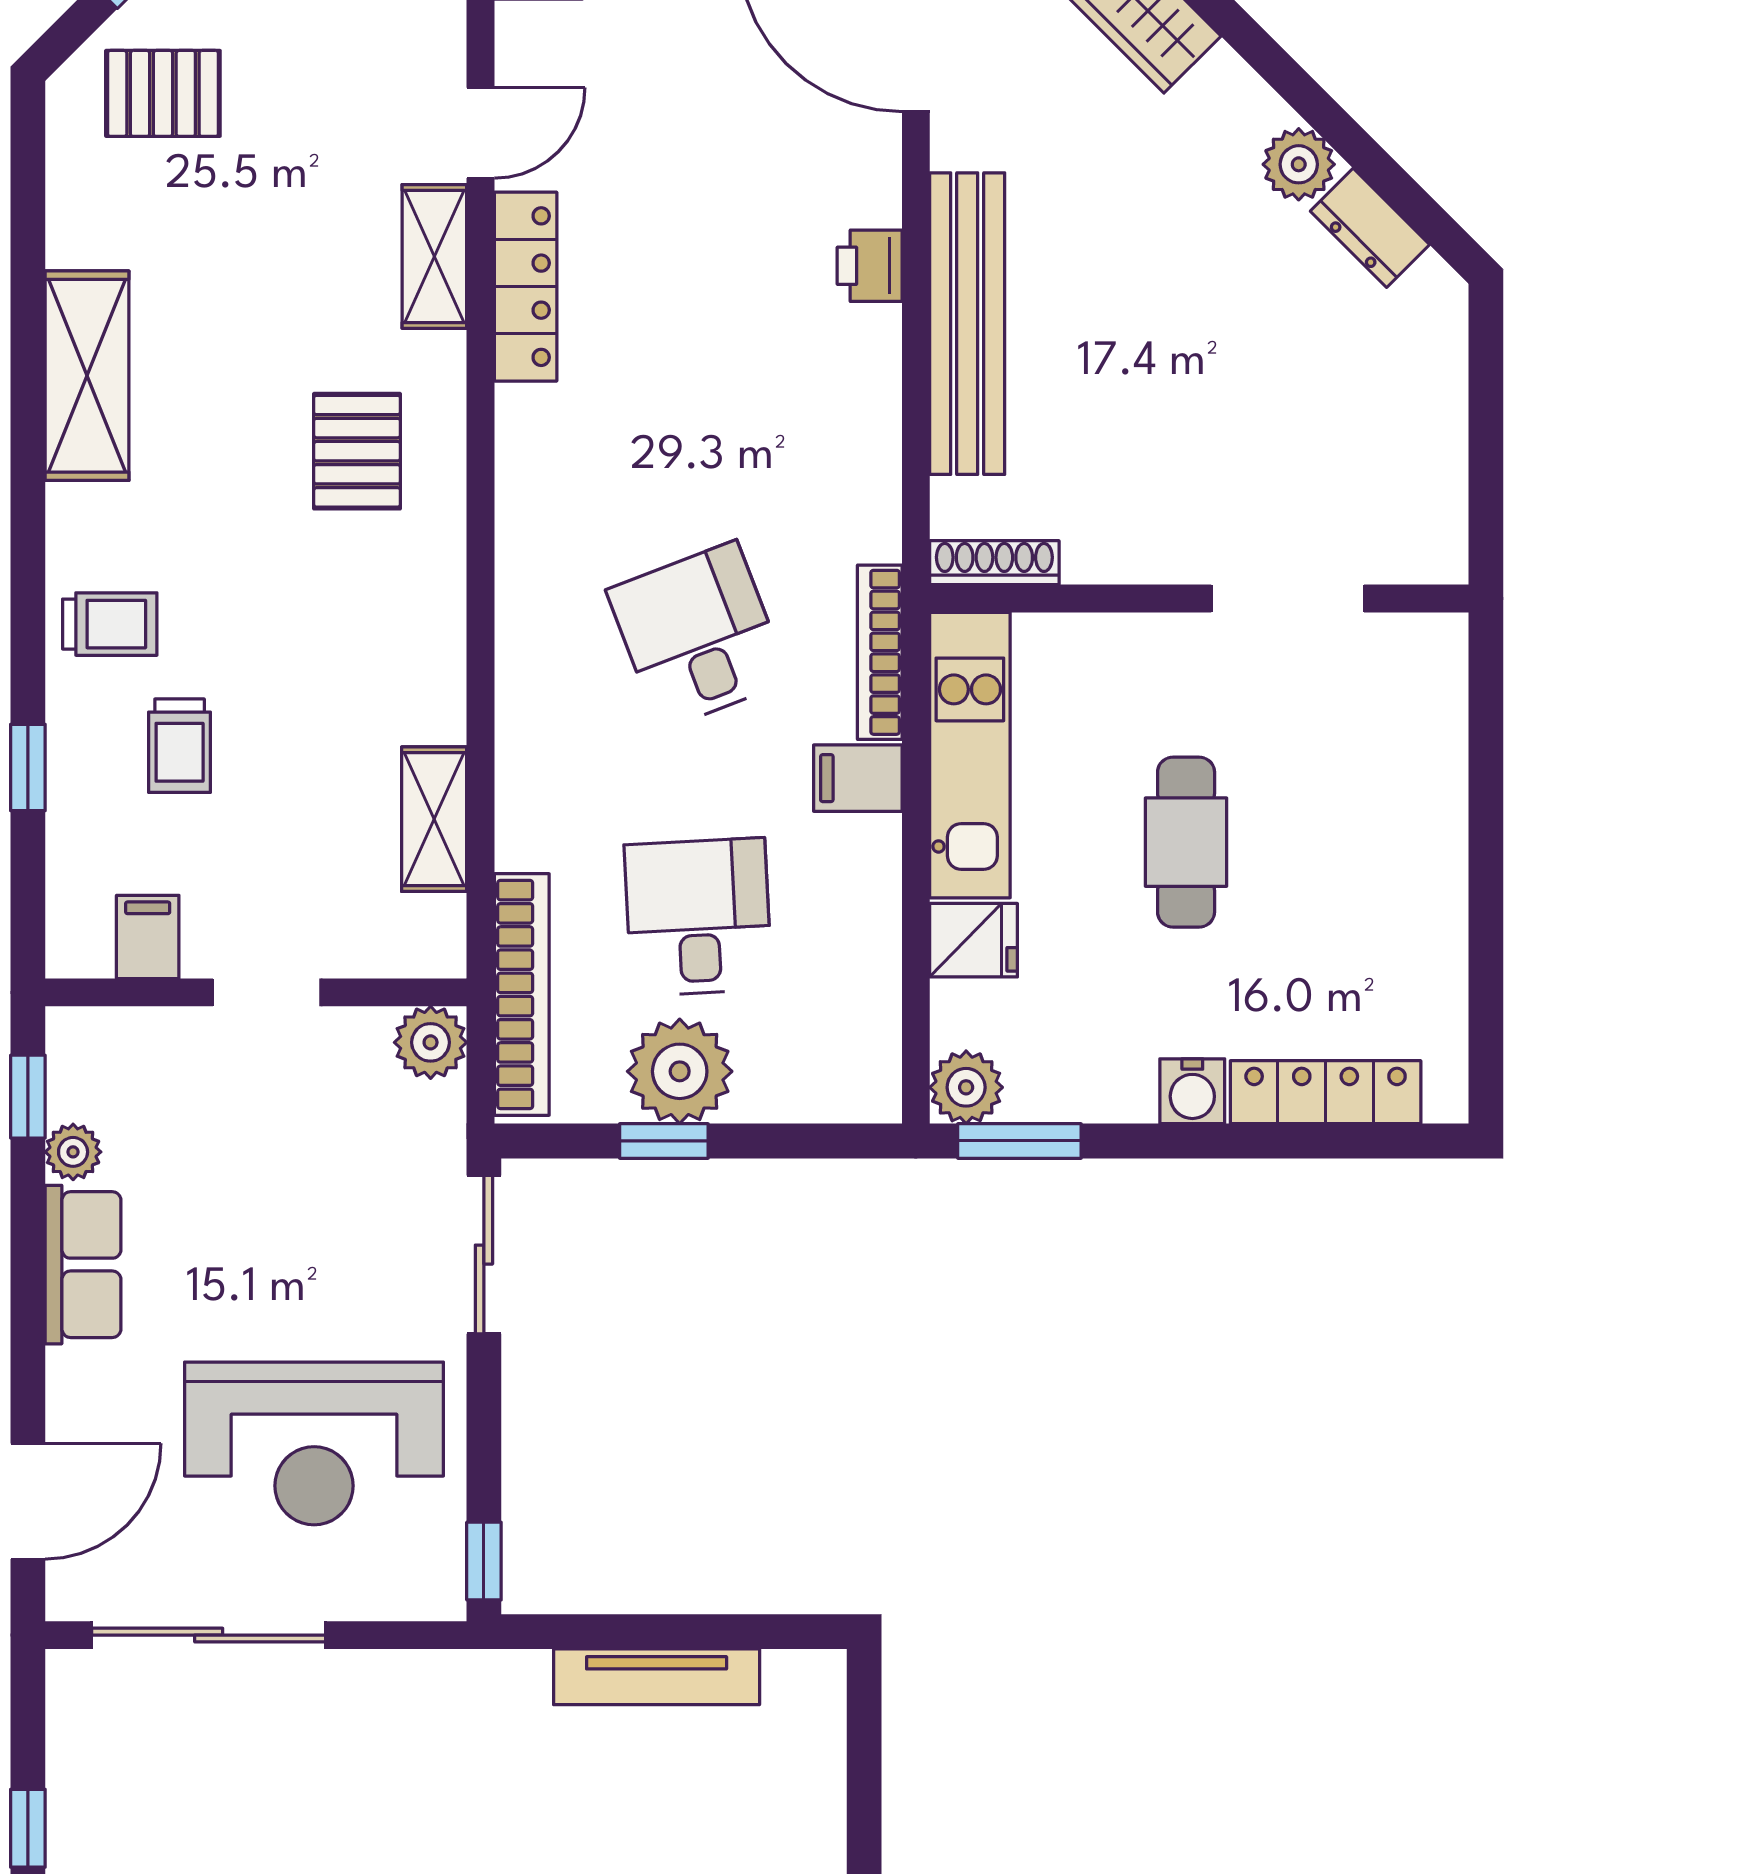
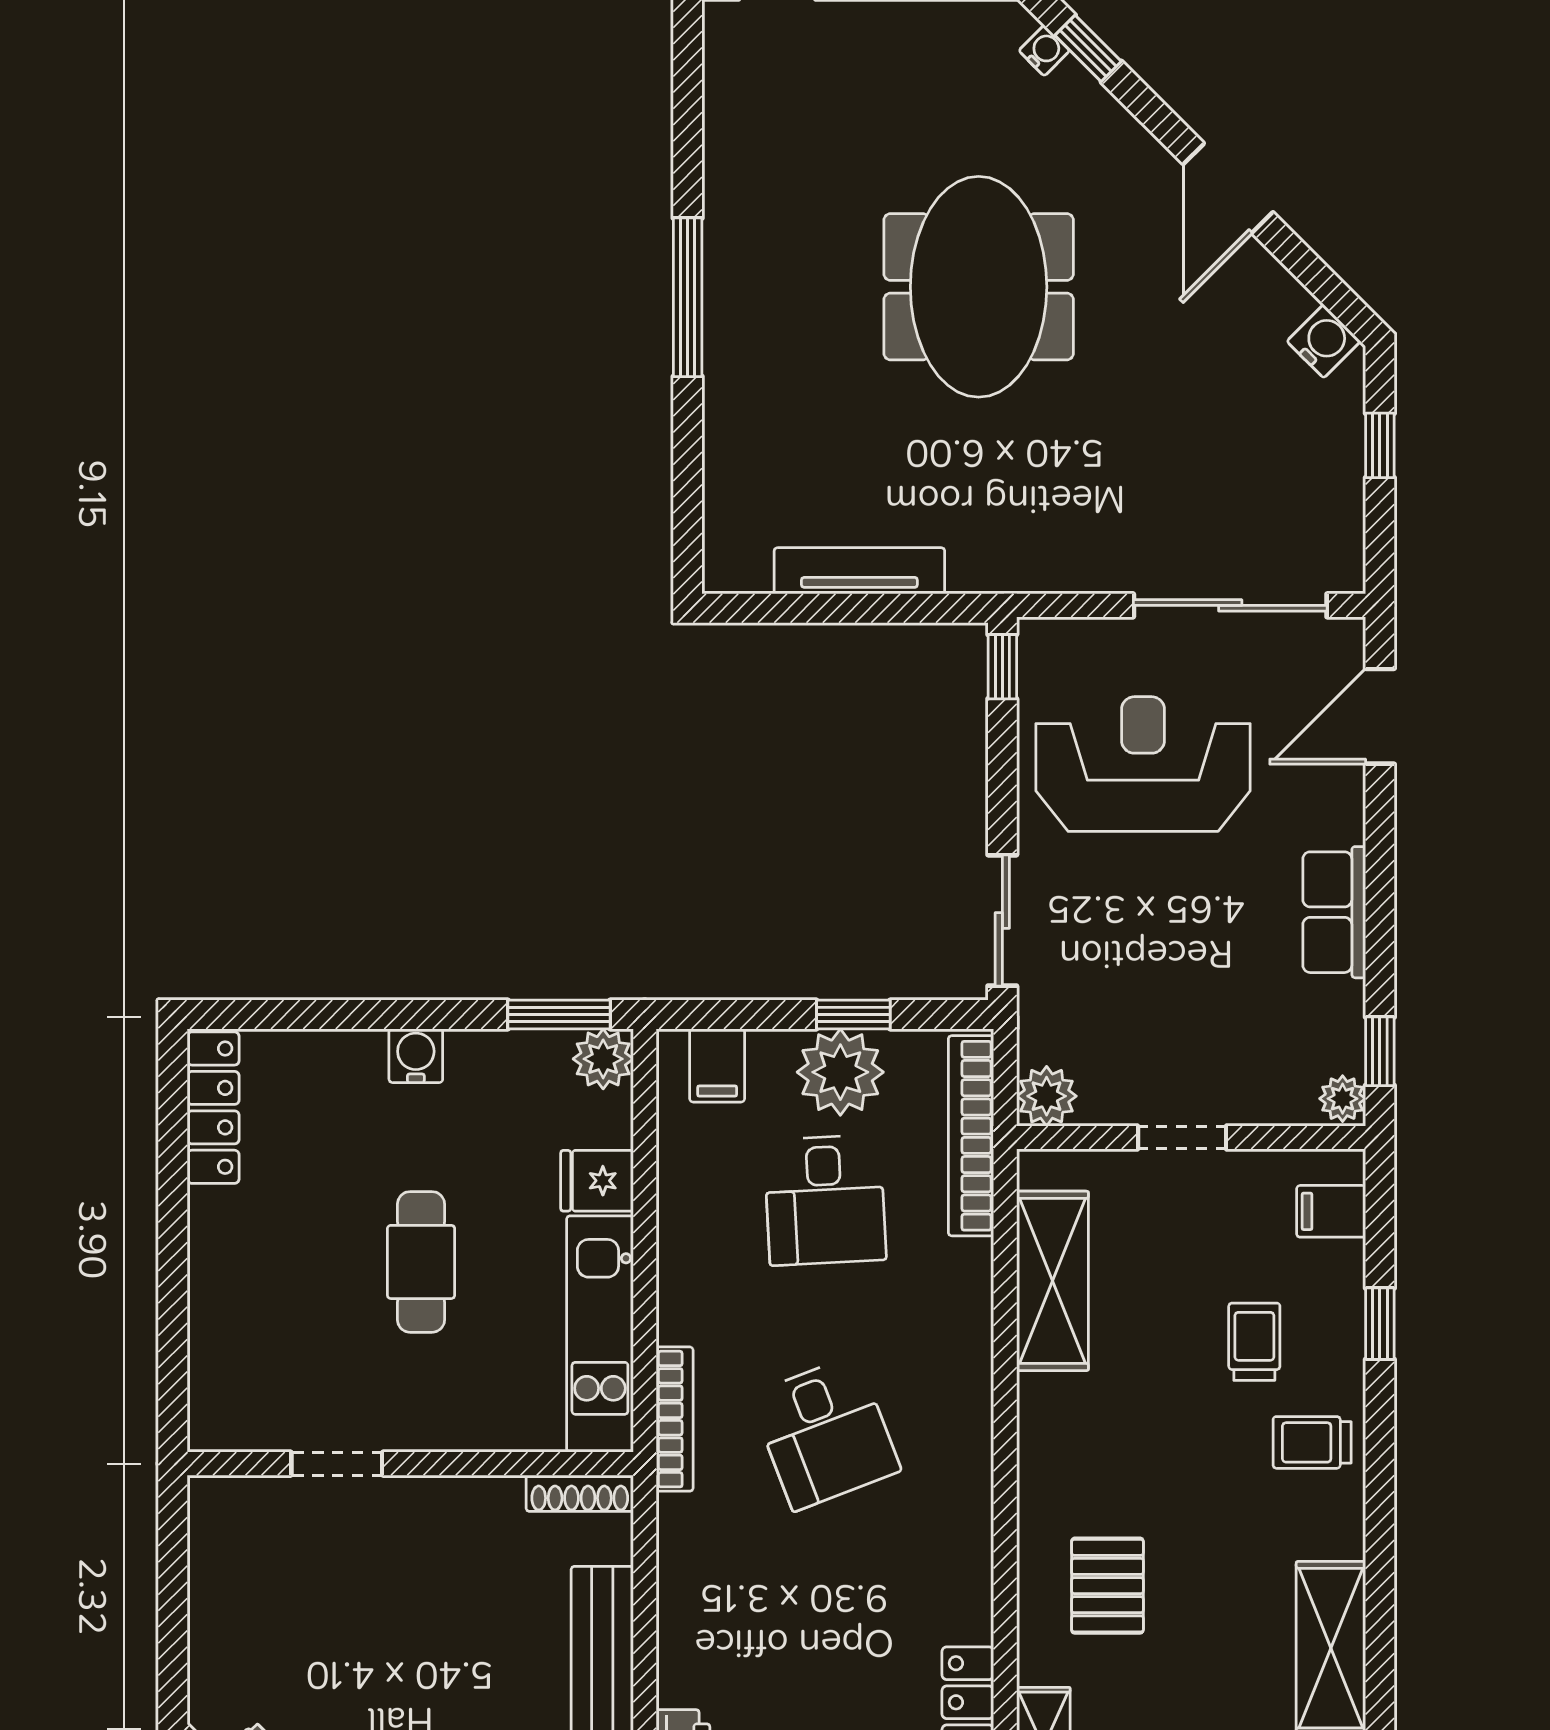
doorway: (1288, 599) -> (337, 1464), width x0.73
filing cabinet: (858, 778) -> (717, 1065), moved, turned 90
shelving: (434, 819) -> (1053, 1281), width x1.50, depth x1.33
filing cabinet: (148, 937) -> (1331, 1211), moved, turned 90
locker: (1326, 1092) -> (213, 1108), moved, turned -90
plant: (73, 1152) -> (1343, 1099), moved

